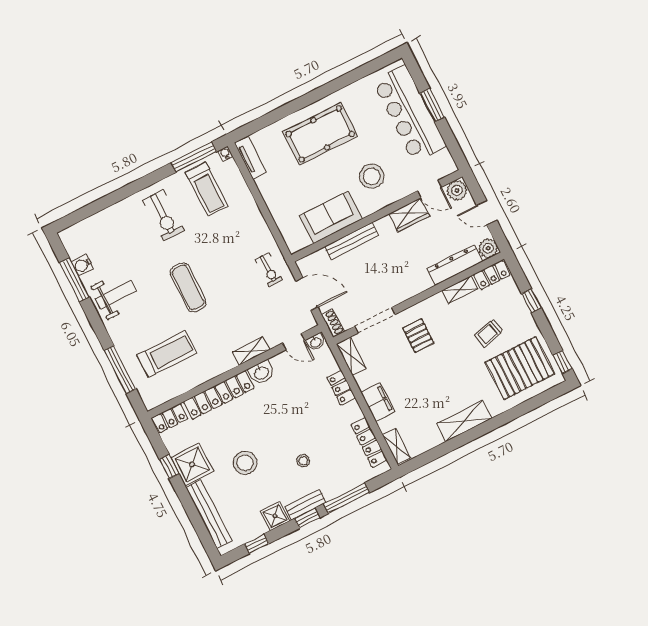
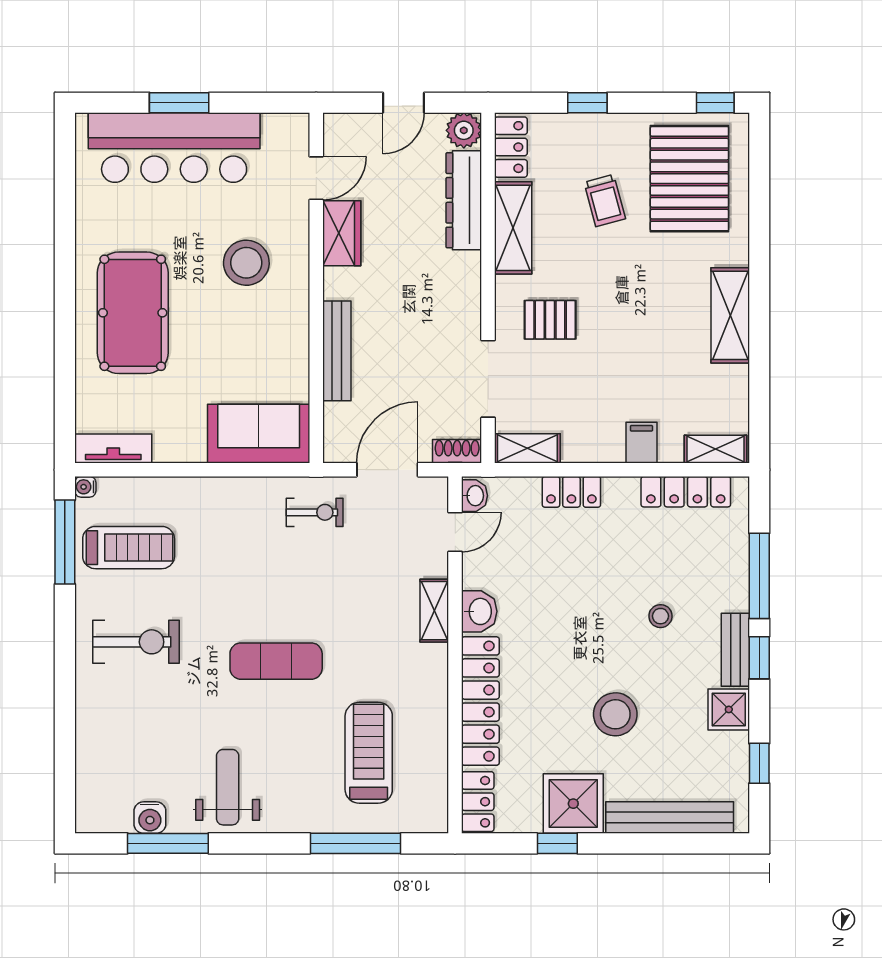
plant: (457, 190) -> (342, 134), removed
sofa: (331, 217) -> (259, 434), moved, turned 90
shelving: (460, 290) -> (513, 228), width x1.50, depth x1.33
filing cabinet: (378, 402) -> (641, 443), width x0.50

